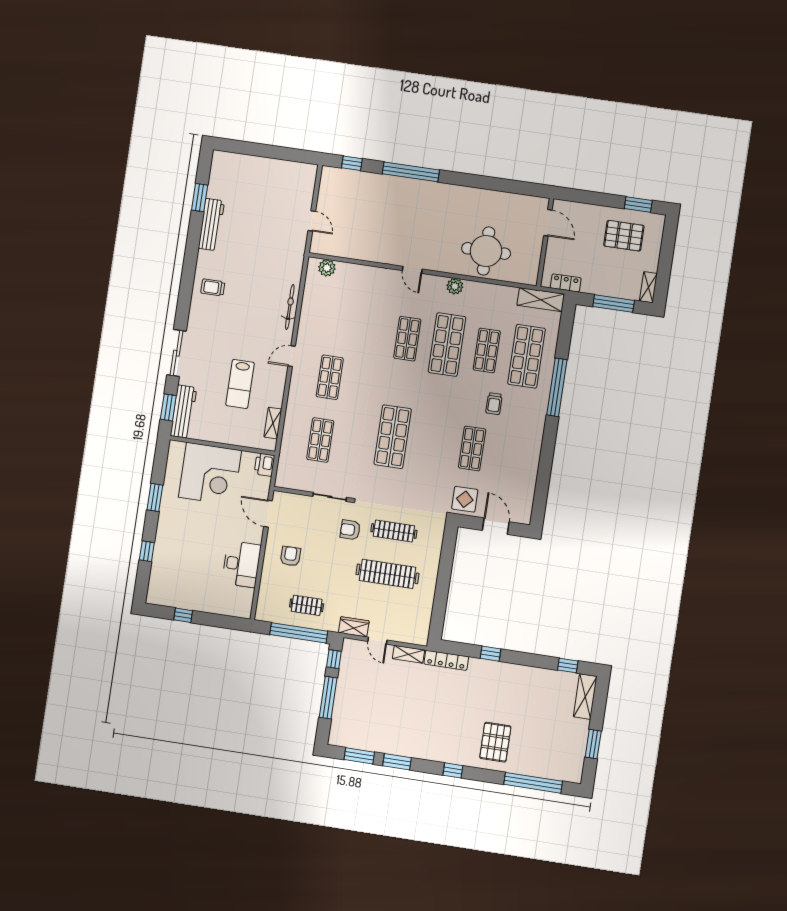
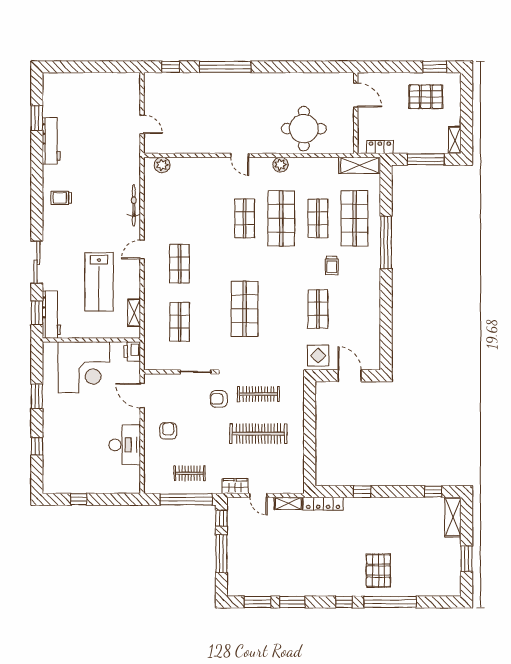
lab bench: (240, 384) -> (99, 282), width x1.36, depth x1.39
window: (533, 783) -> (390, 602), moved

